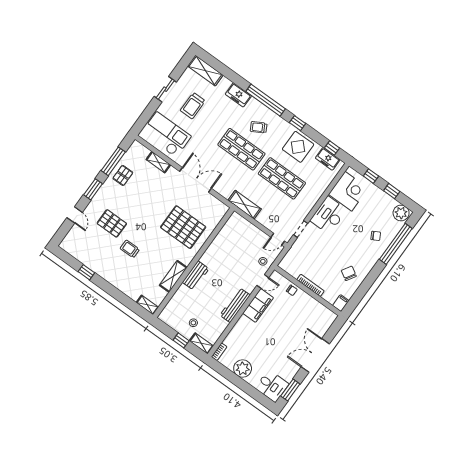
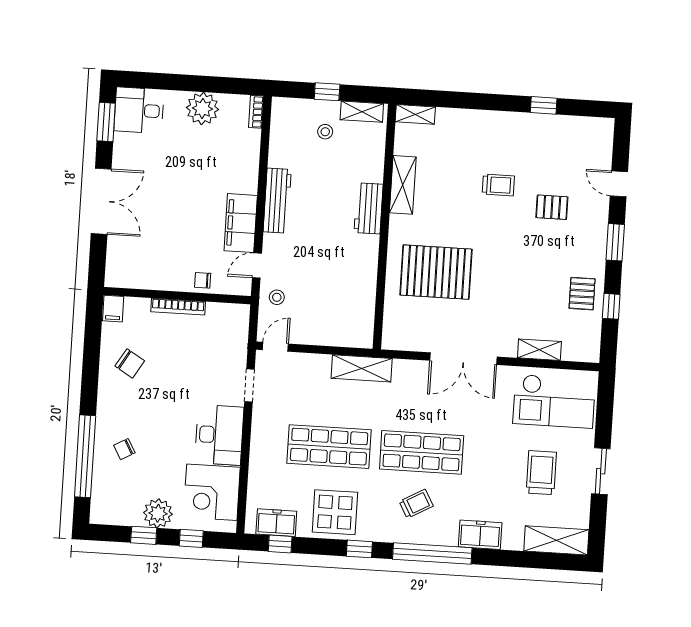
window: (113, 161) -> (611, 306), width x0.46
plant: (401, 213) -> (158, 513), moved
pallet: (112, 223) -> (552, 207), width x0.67, depth x0.71
shelving: (201, 343) -> (362, 112), moved

